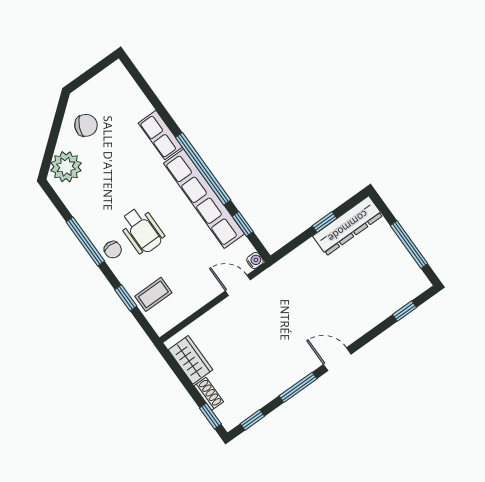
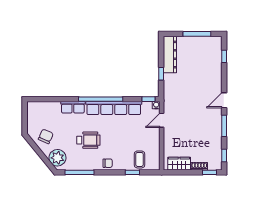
window: (325, 222) -> (161, 74), moved
window: (243, 224) -> (149, 99), moved
wheelchair: (142, 230) -> (88, 140), moved
window: (85, 241) -> (79, 172), moved

